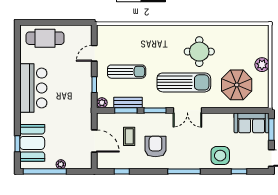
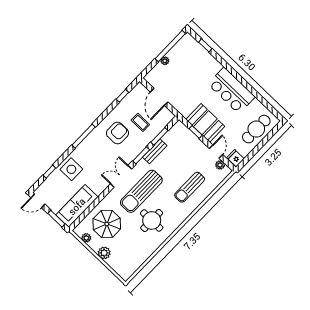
fridge: (85, 32) -> (235, 158), added
sun lounger: (127, 72) -> (190, 187), moved
plant: (264, 91) -> (86, 238), added
bench: (128, 102) -> (155, 151), moved
plant: (102, 103) -> (220, 165), moved
sofa: (252, 123) -> (77, 206), width x1.36
door: (94, 141) -> (159, 97), hinge flipped
booth: (32, 143) -> (205, 123), moved
armchair: (155, 147) -> (117, 133), turned -90

